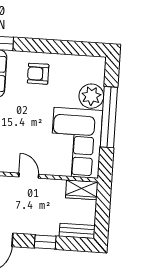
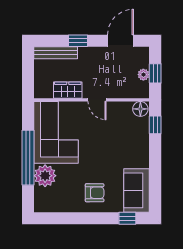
wardrobe: (82, 190) -> (68, 90), moved
bench: (77, 231) -> (56, 53), width x1.36

